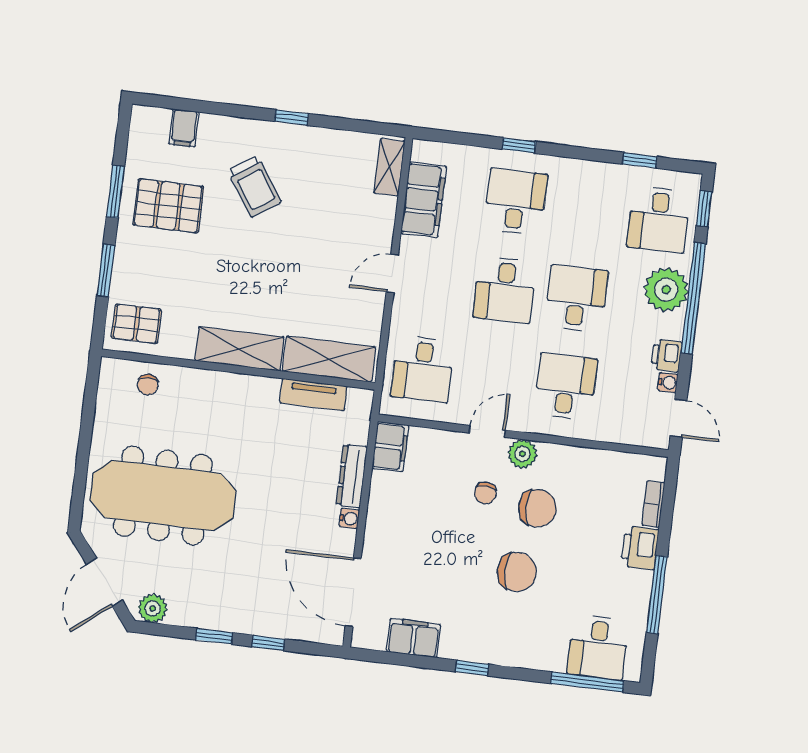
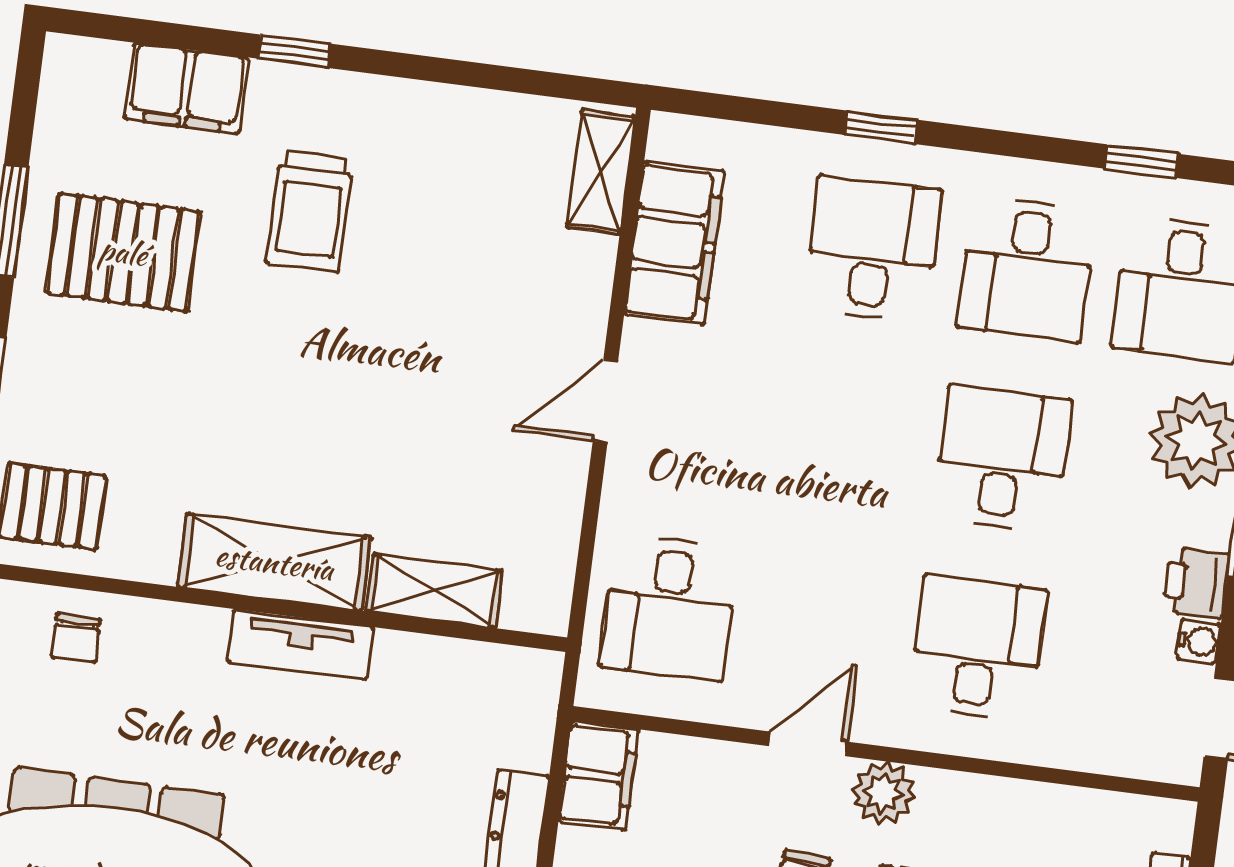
window: (292, 118) -> (294, 51), moved
filing cabinet: (184, 128) -> (186, 88), width x2.00
trolley: (255, 186) -> (310, 211), turned 34
desk: (505, 290) -> (1027, 269), moved
shelving: (329, 359) -> (434, 591), width x0.67, depth x0.75
tv unit: (313, 395) -> (300, 645), moved

